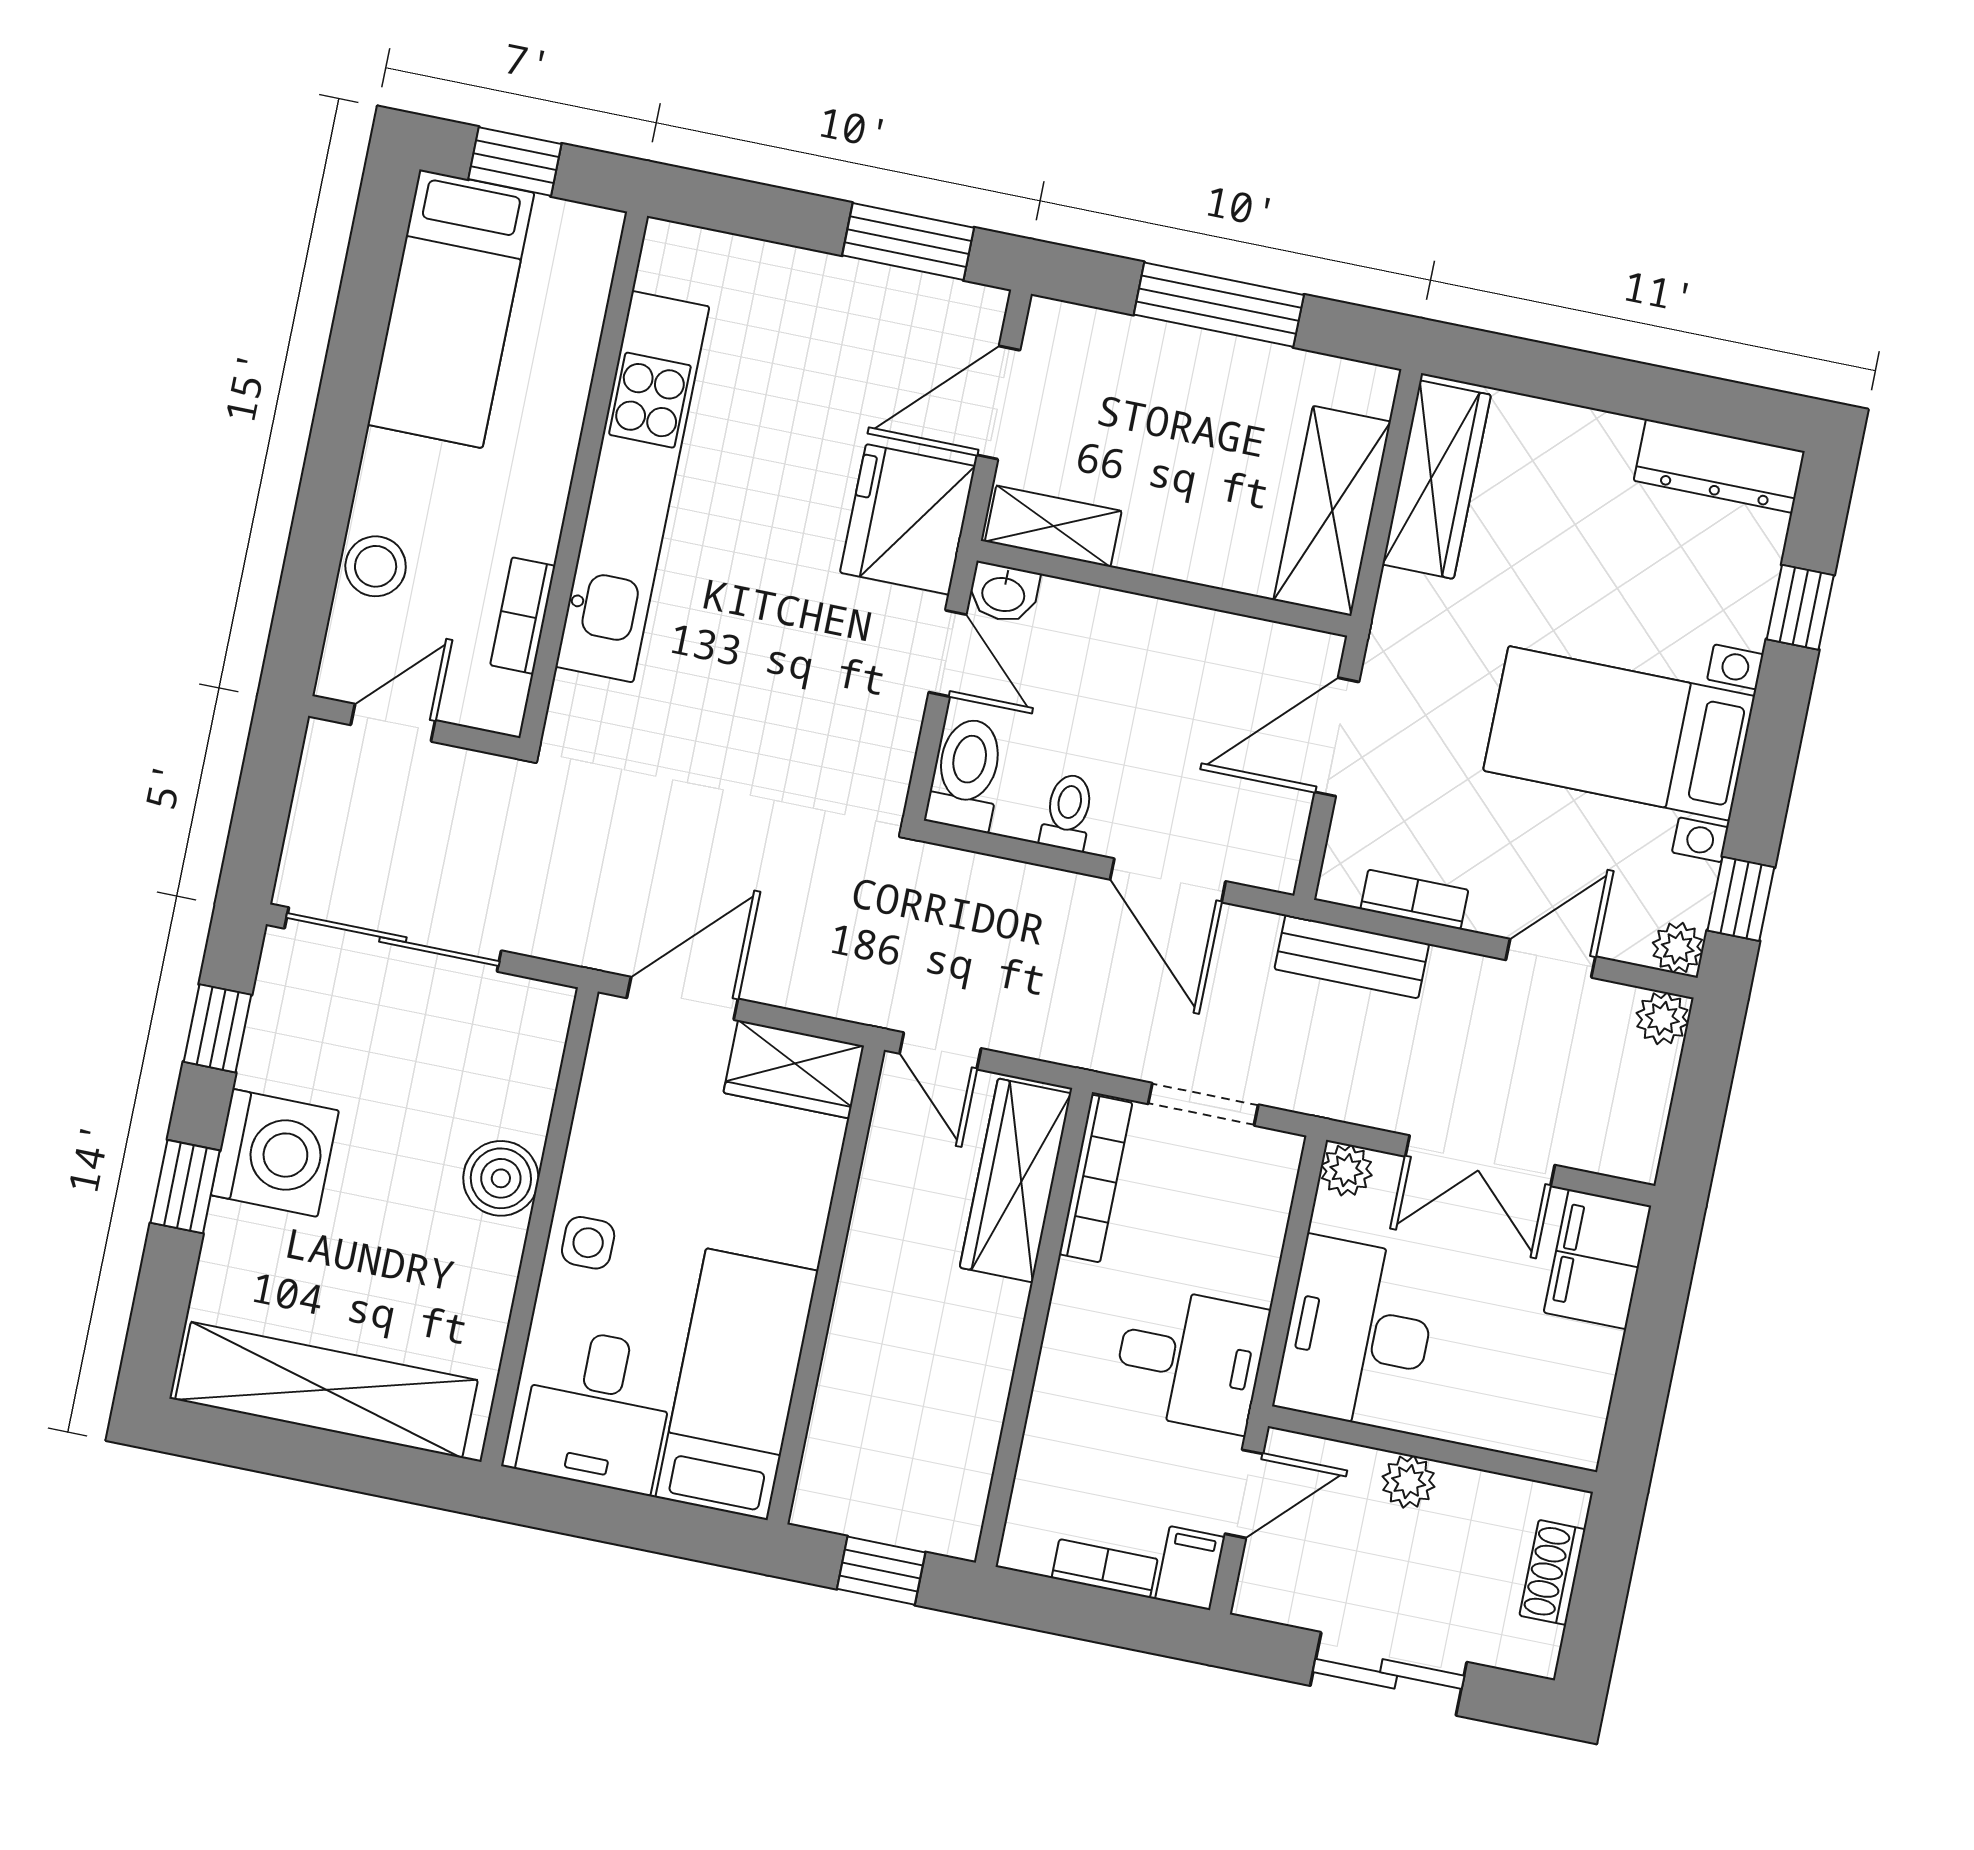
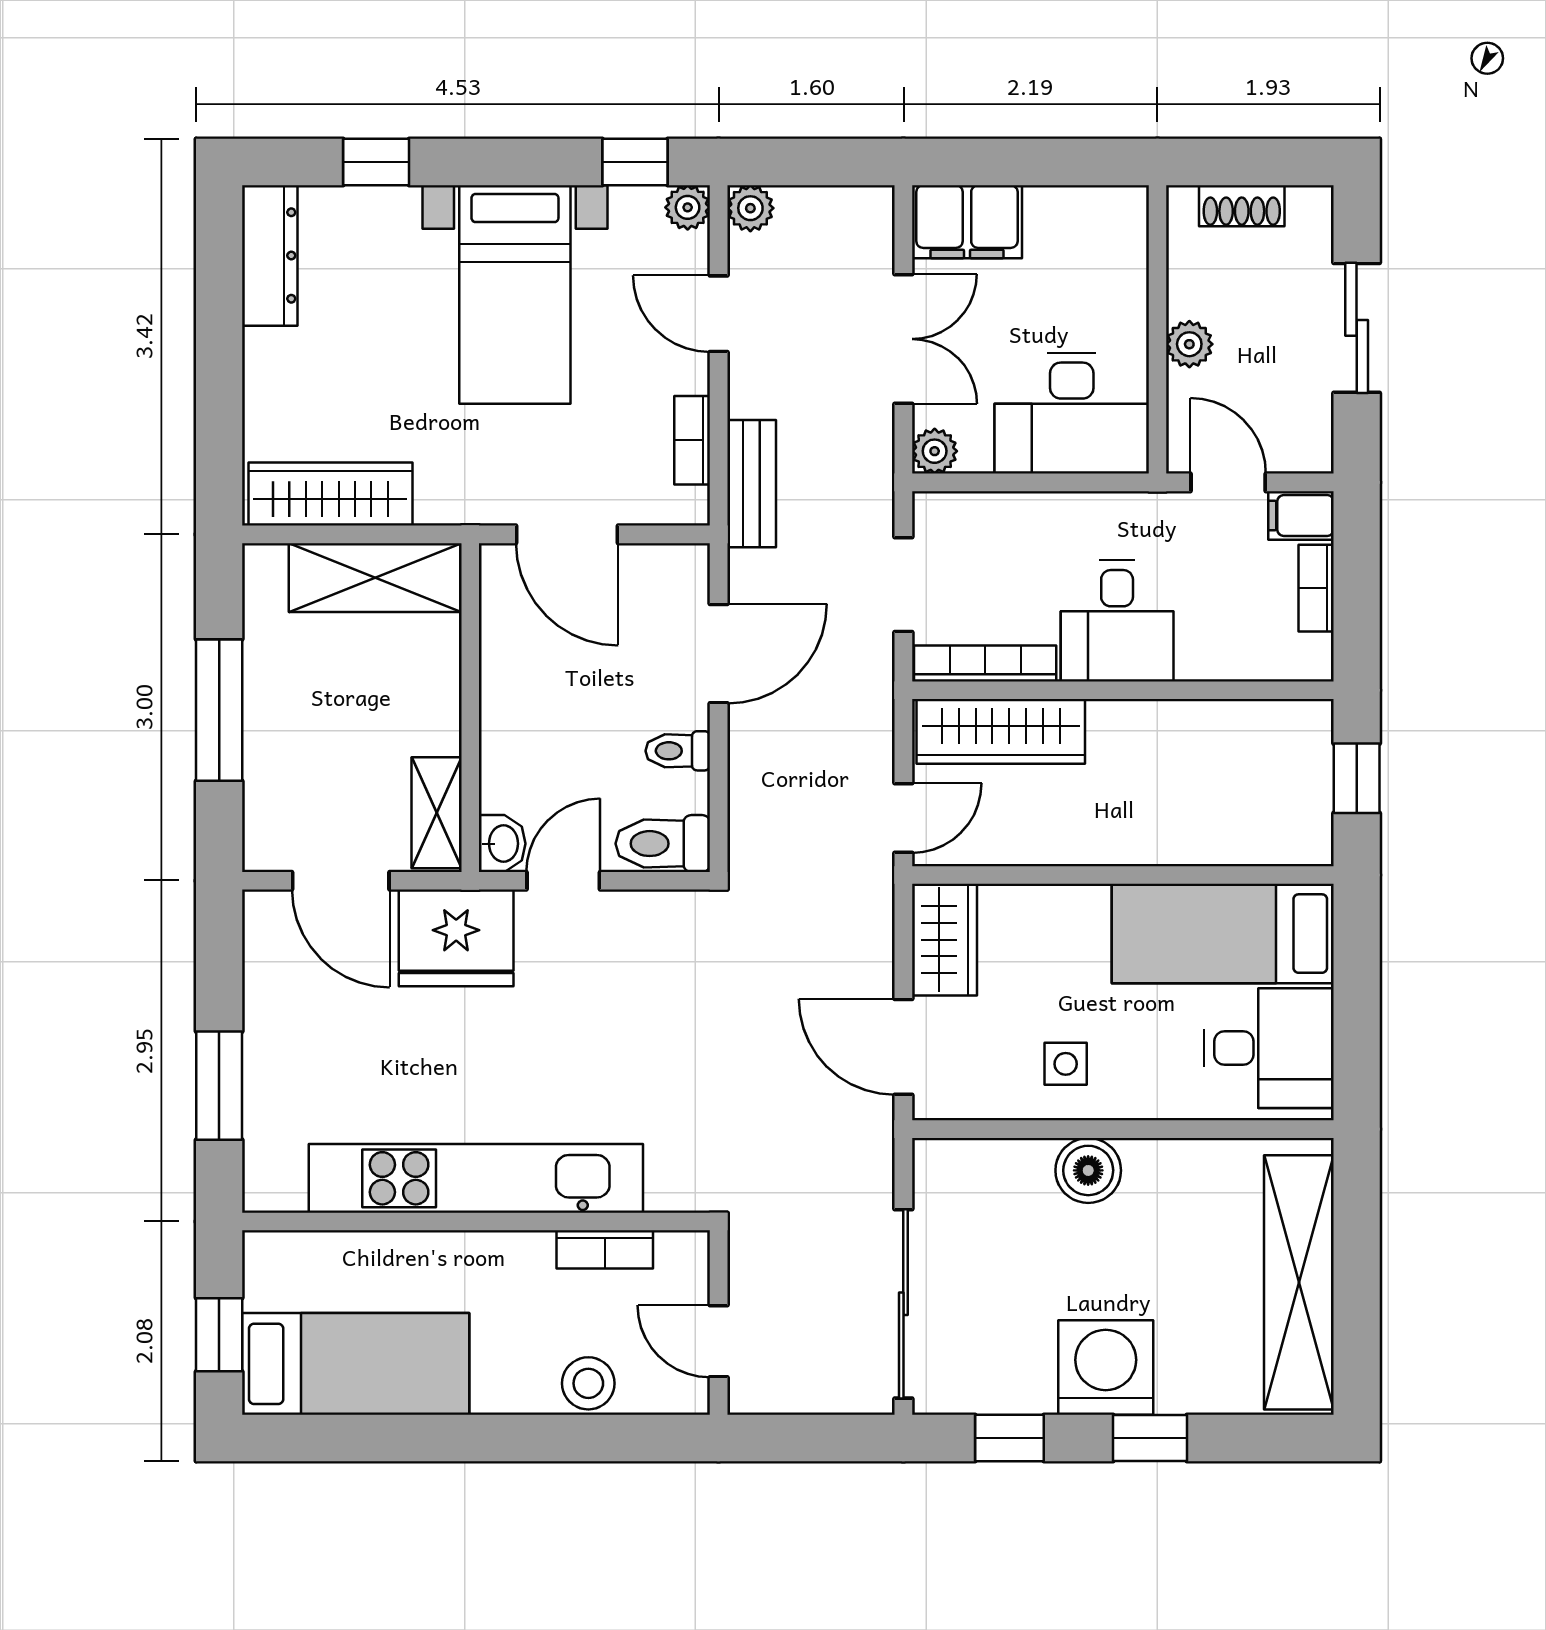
window: (908, 242) -> (219, 1086), moved
side table: (588, 1243) -> (1066, 1064), moved
desk: (1190, 1359) -> (1117, 621), moved, turned 180

